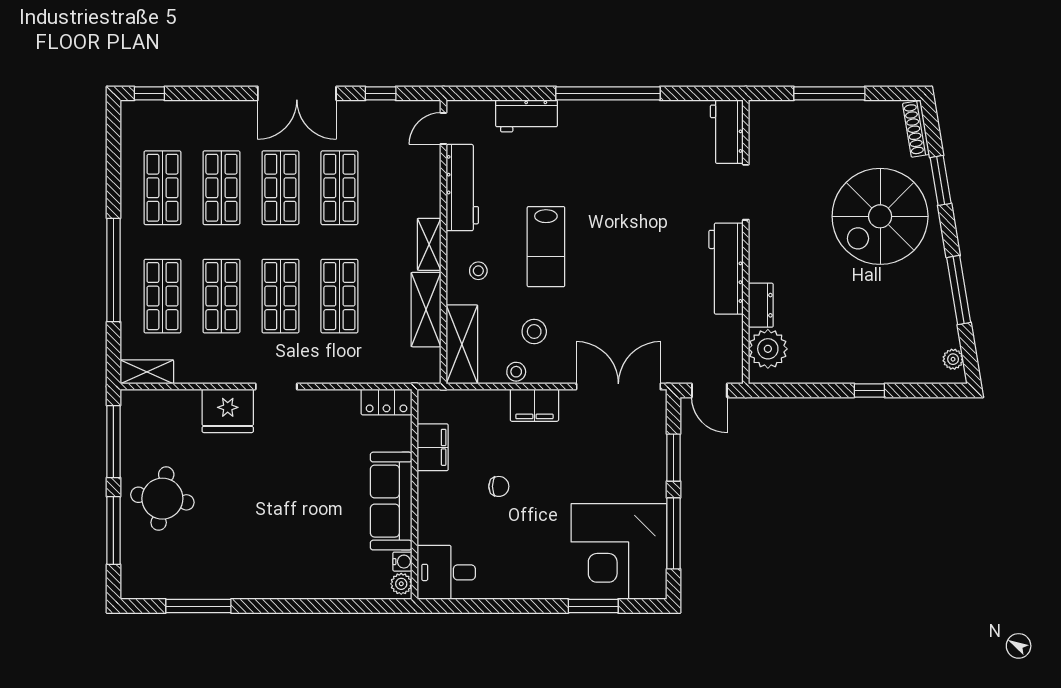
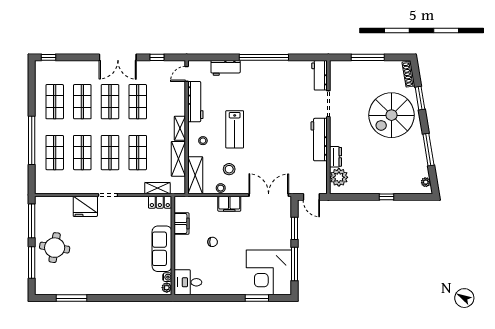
shelving: (147, 372) -> (157, 188), moved

